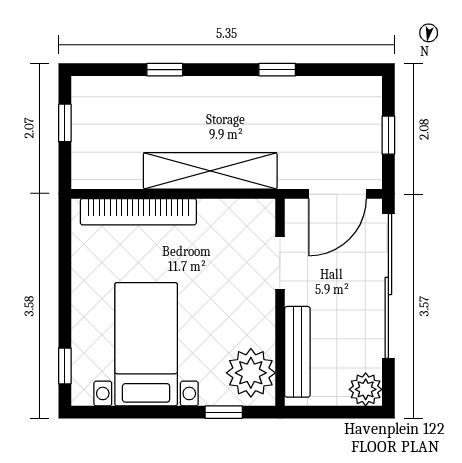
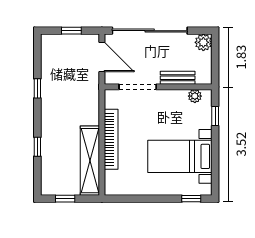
shelving: (210, 171) -> (90, 161), moved
bookcase: (138, 212) -> (111, 139), moved
doorway: (280, 263) -> (138, 87), width x1.38
bench: (297, 352) -> (178, 78), width x0.73
plant: (251, 373) -> (195, 96), width x0.53, depth x0.53

